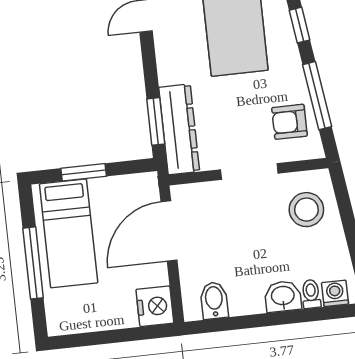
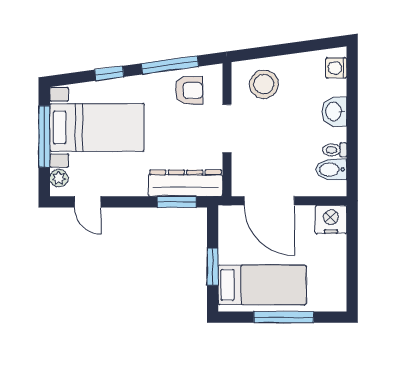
armchair: (289, 122) -> (189, 90), turned -90
toilet: (311, 294) -> (335, 150), moved

